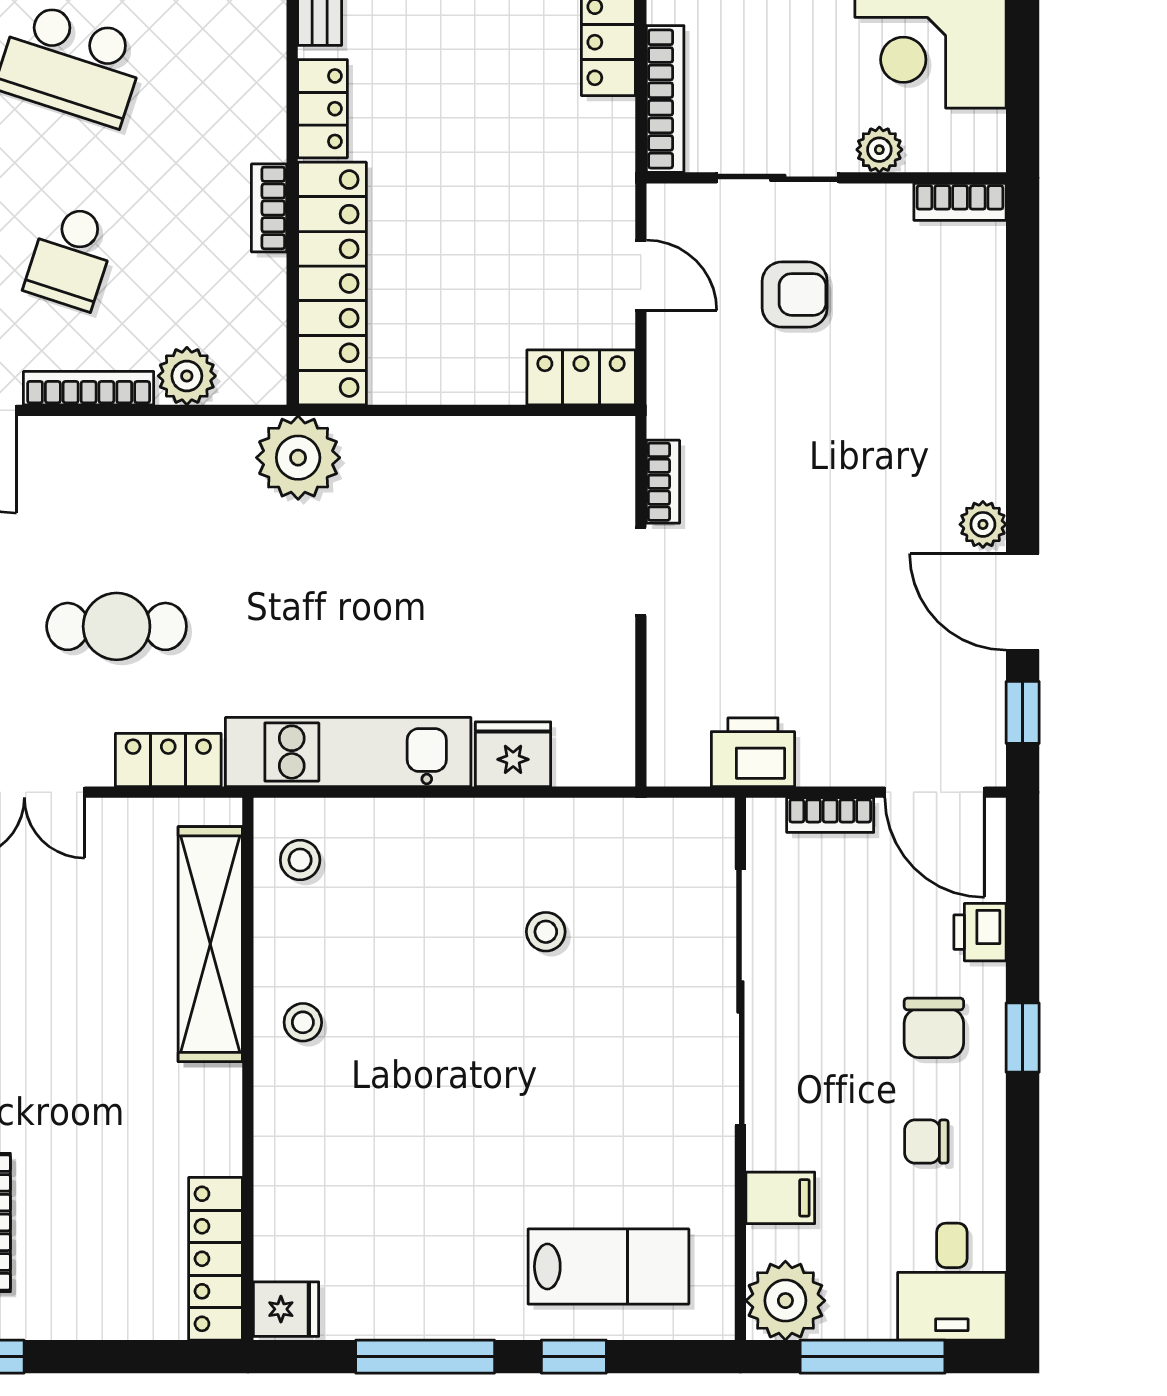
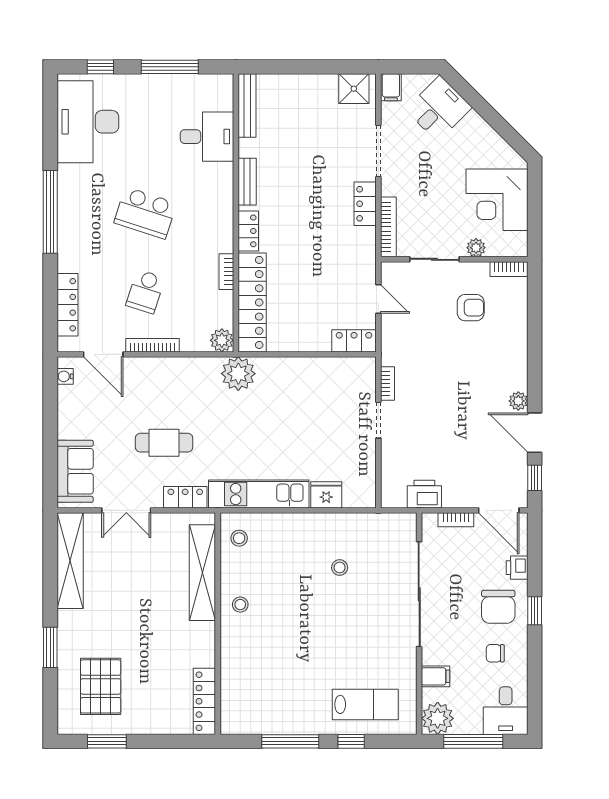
armchair: (795, 294) -> (471, 308), moved
plant: (187, 376) -> (222, 340), moved
chair: (934, 1028) -> (498, 607), width x1.37, depth x1.37
fridge: (286, 1309) -> (233, 722), removed

